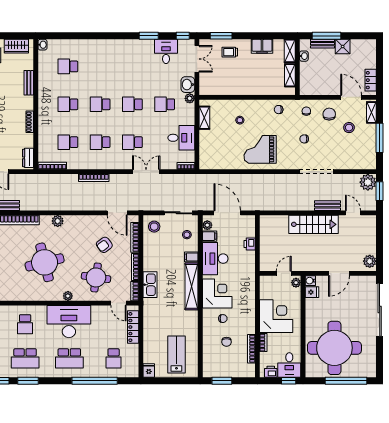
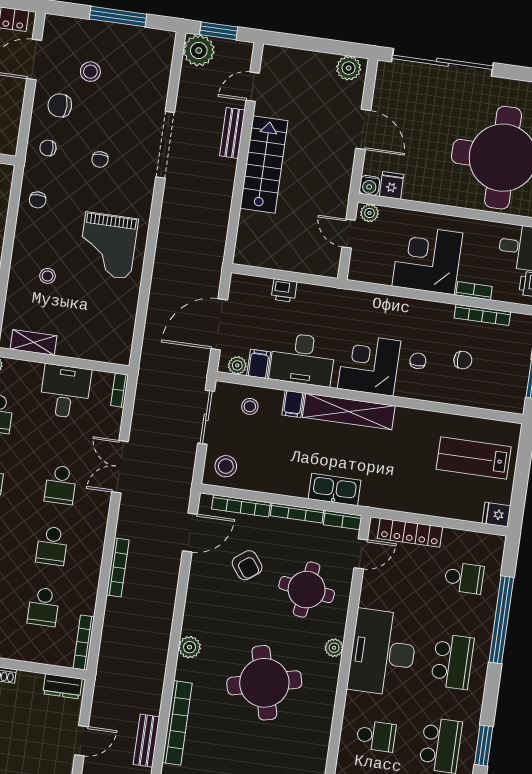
shelving: (371, 112) -> (68, 25), removed

